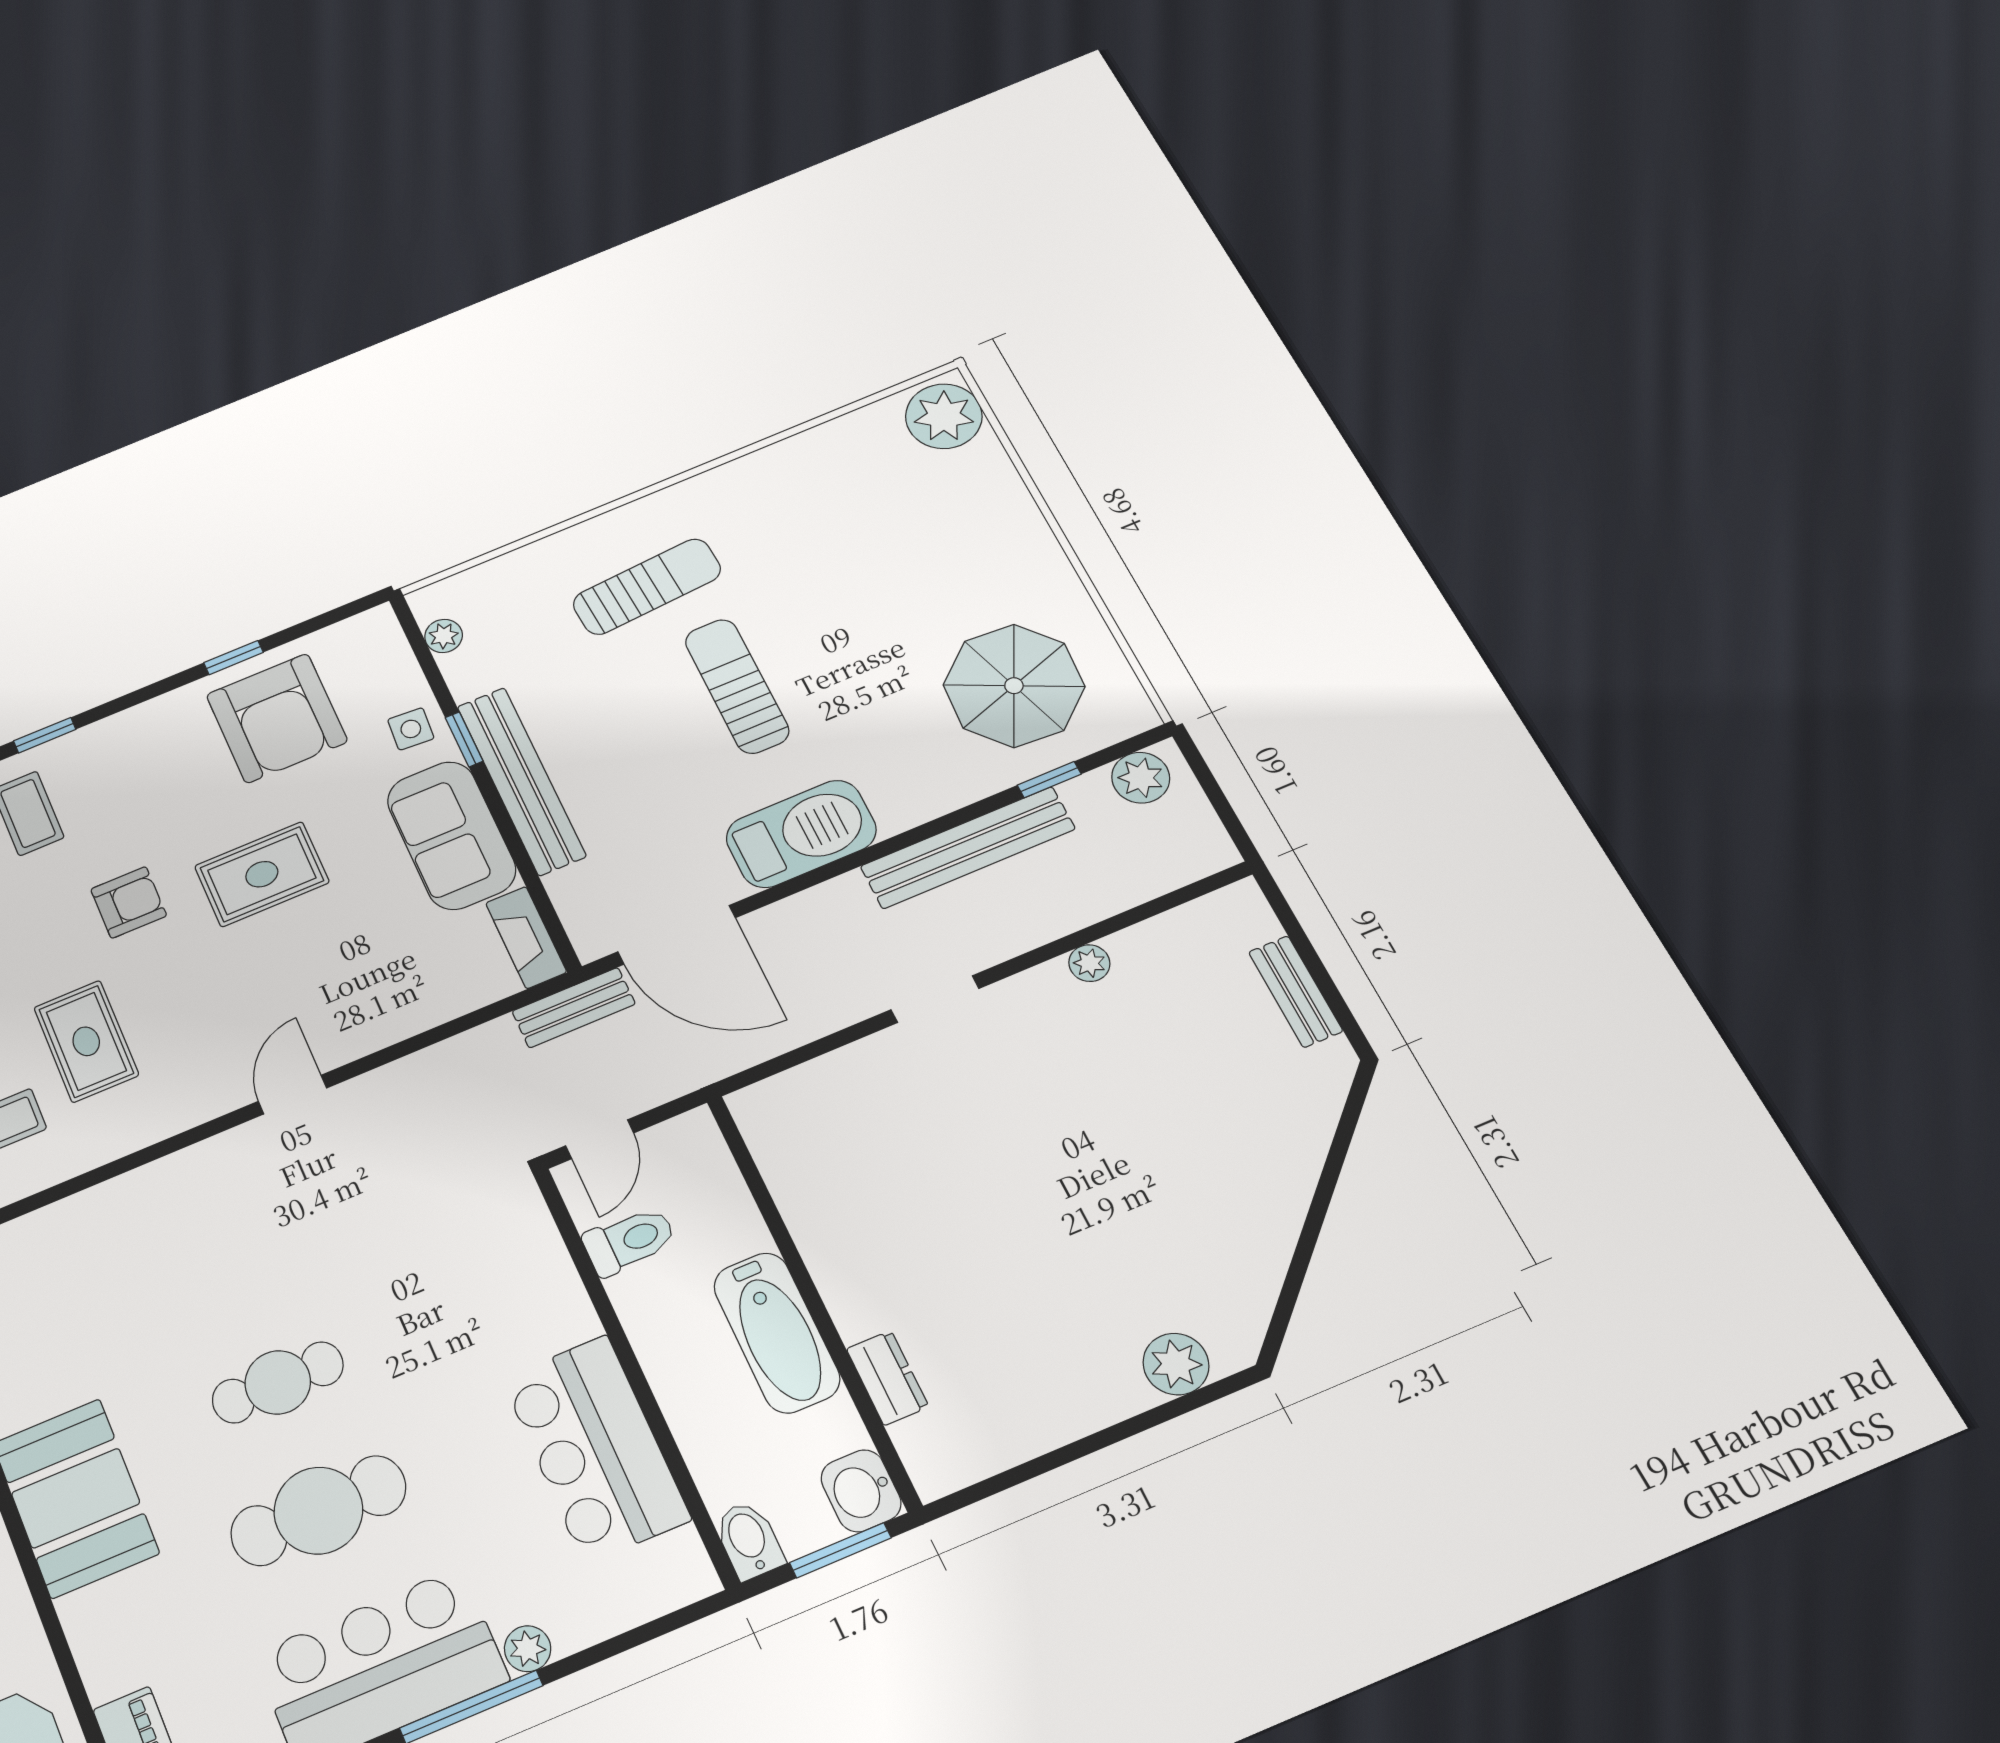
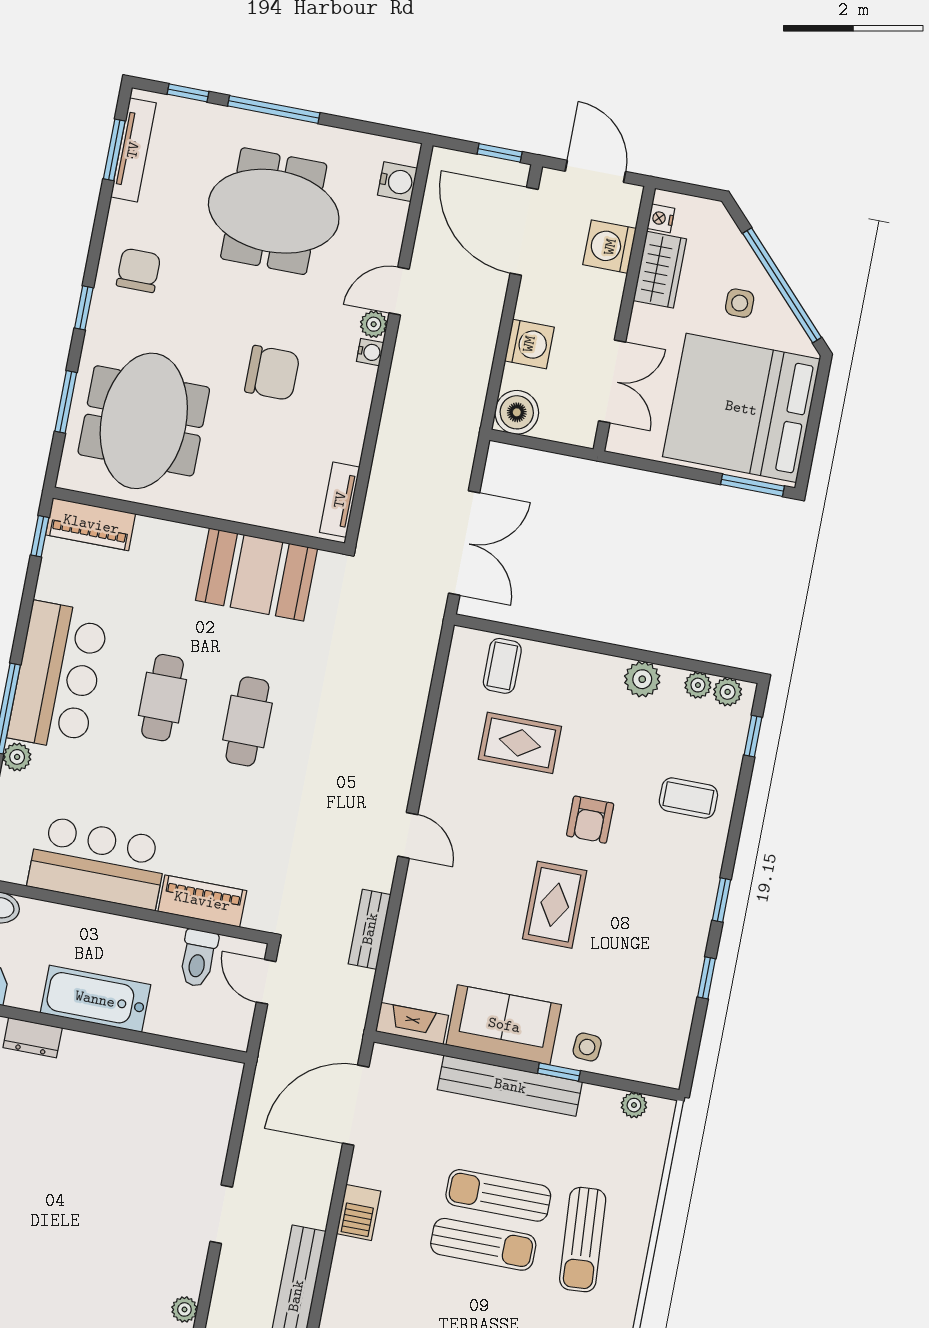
sun lounger: (665, 708) -> (498, 1195), added
armchair: (277, 718) -> (649, 977), removed
window: (45, 735) -> (721, 900), moved
barbecue: (801, 834) -> (359, 1212), width x0.53, depth x0.65
bench: (574, 1008) -> (370, 929), moved
piano: (552, 1284) -> (202, 901), added
cafe table: (318, 1511) -> (163, 698), width x0.73, depth x0.74

